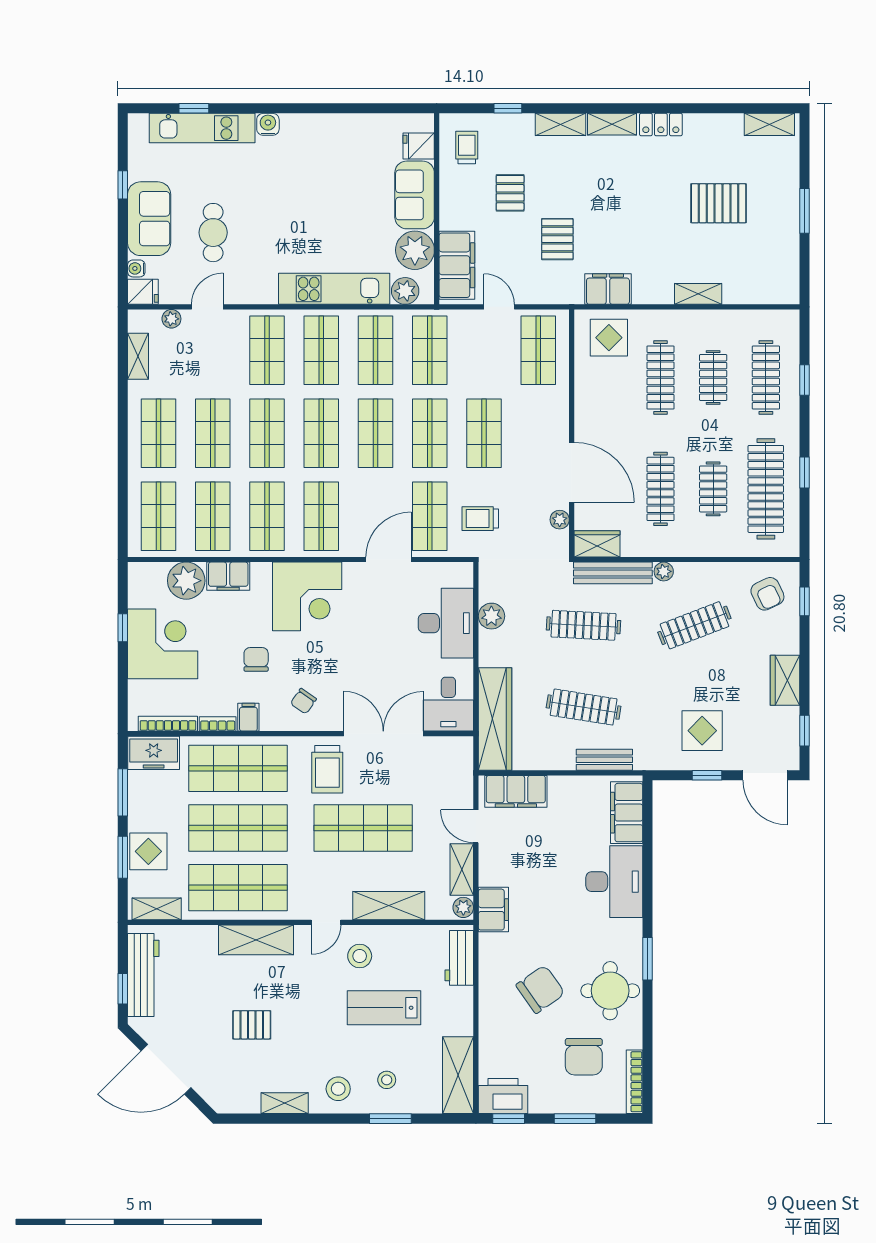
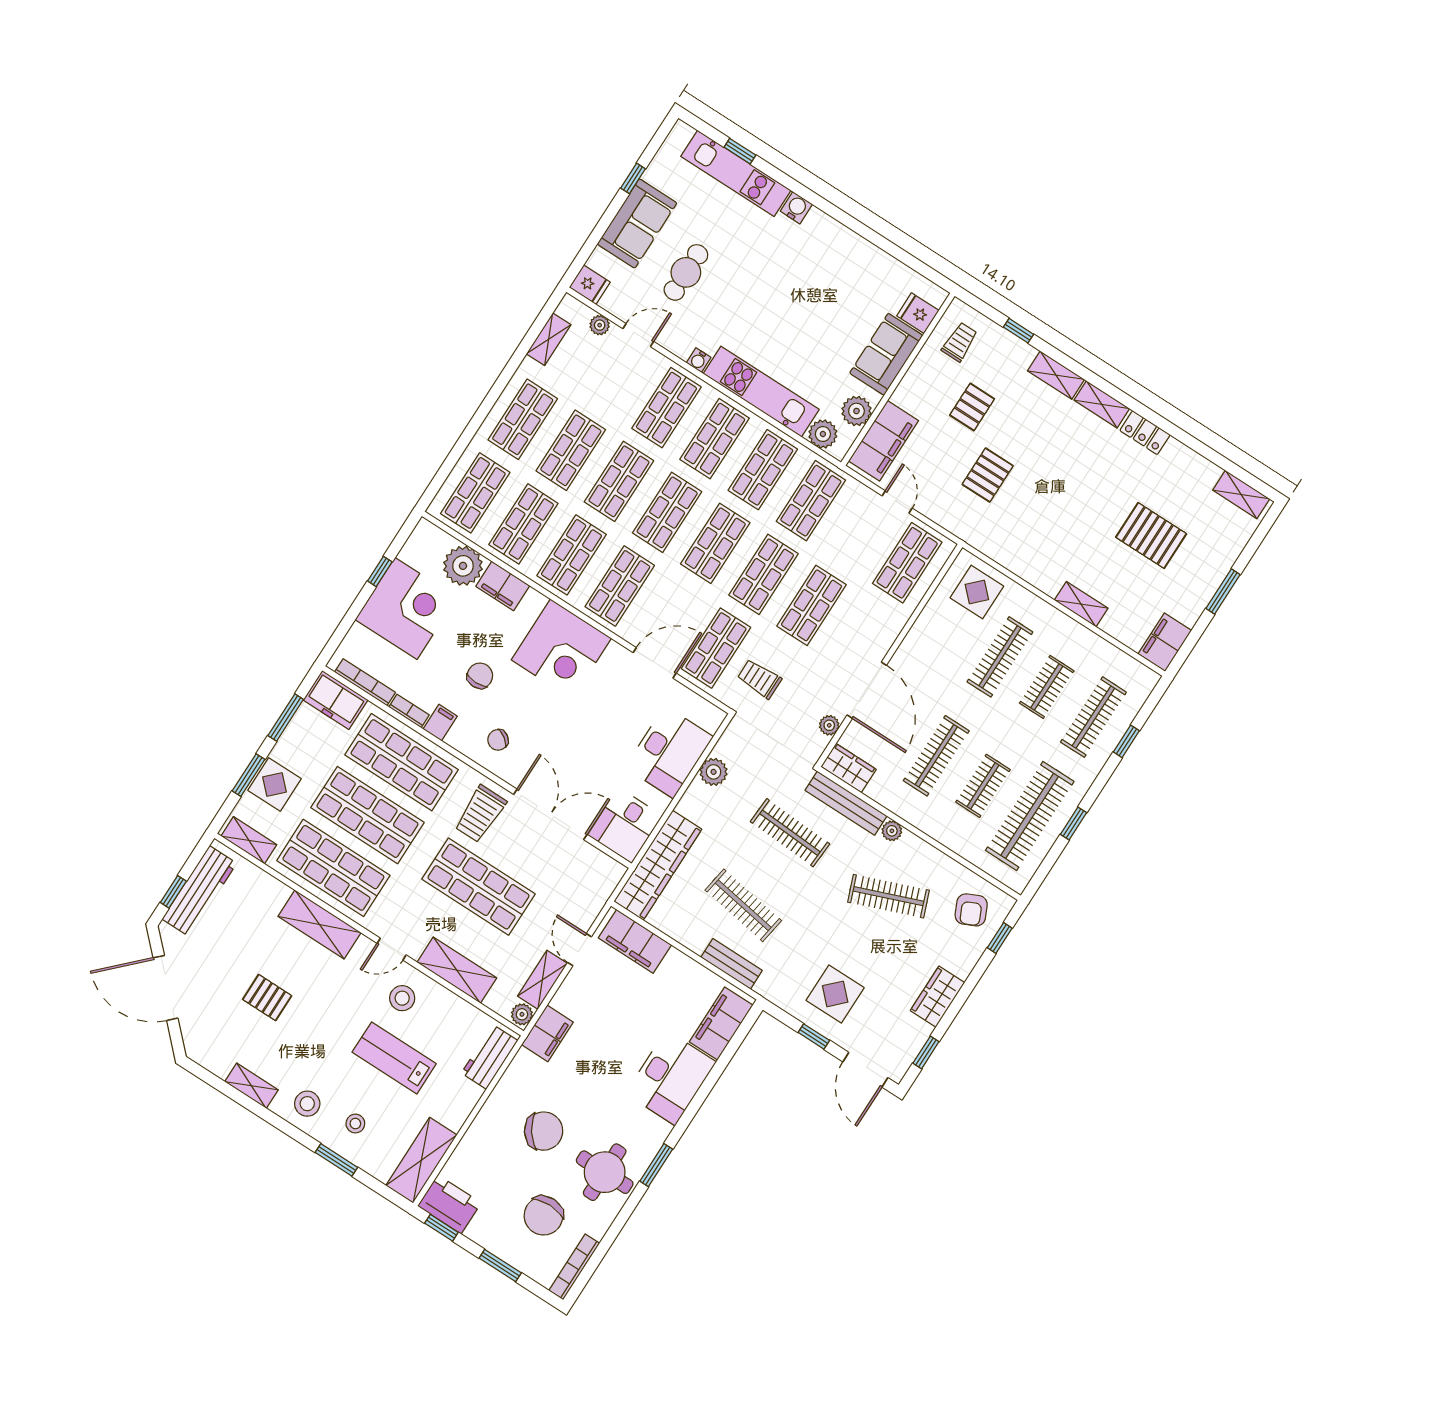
plant: (415, 250) -> (856, 411), width x0.73, depth x0.73
water cooler: (136, 268) -> (699, 360), moved, turned -90
filing cabinet: (608, 289) -> (1165, 642), moved, turned -90

